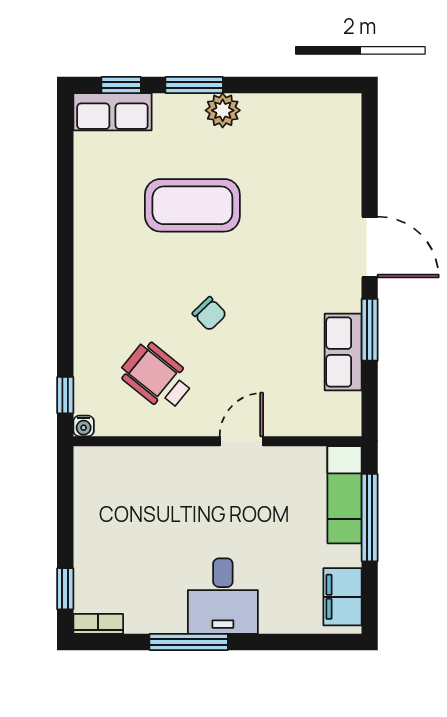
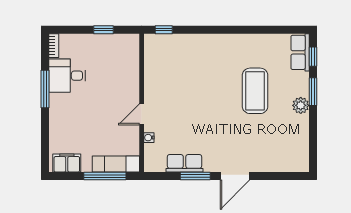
chair: (209, 314) -> (203, 99), removed
wheelchair: (157, 377) -> (173, 74), removed
water cooler: (84, 426) -> (149, 138), moved
door: (241, 441) -> (142, 114), swing flipped
window: (65, 589) -> (103, 30), moved
desk: (223, 596) -> (67, 76), moved

